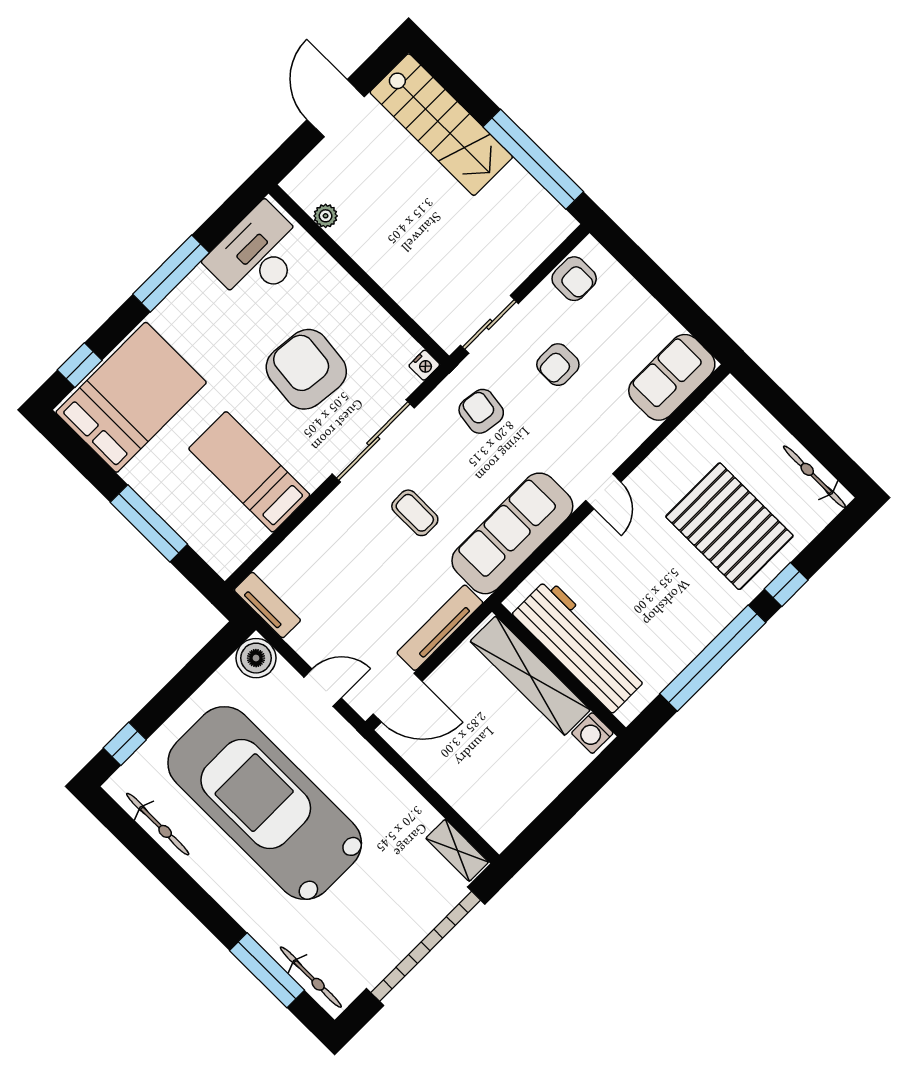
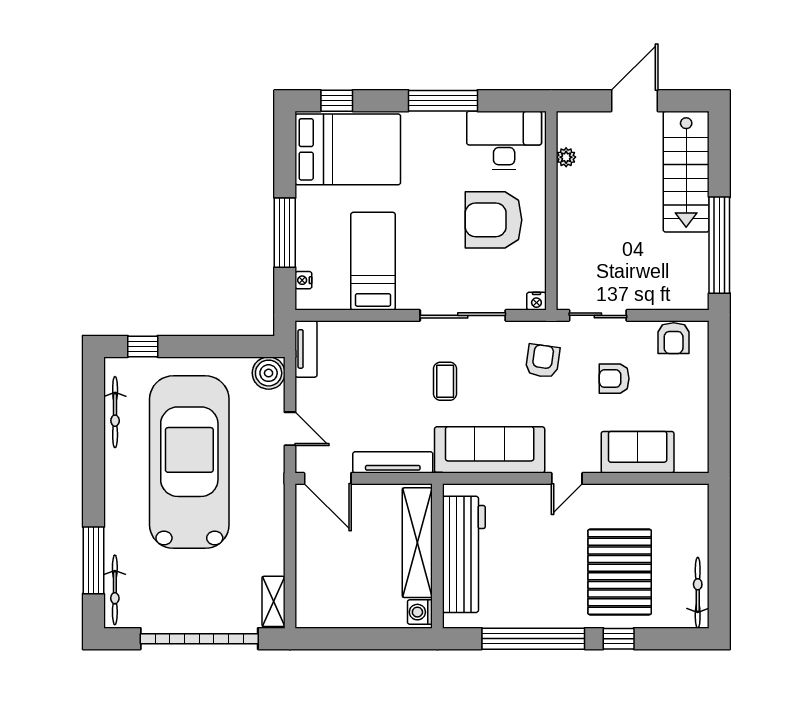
armchair: (306, 369) -> (494, 220), moved, turned -96
sofa: (672, 377) -> (638, 452), moved
nightstand: (206, 548) -> (303, 280), added

